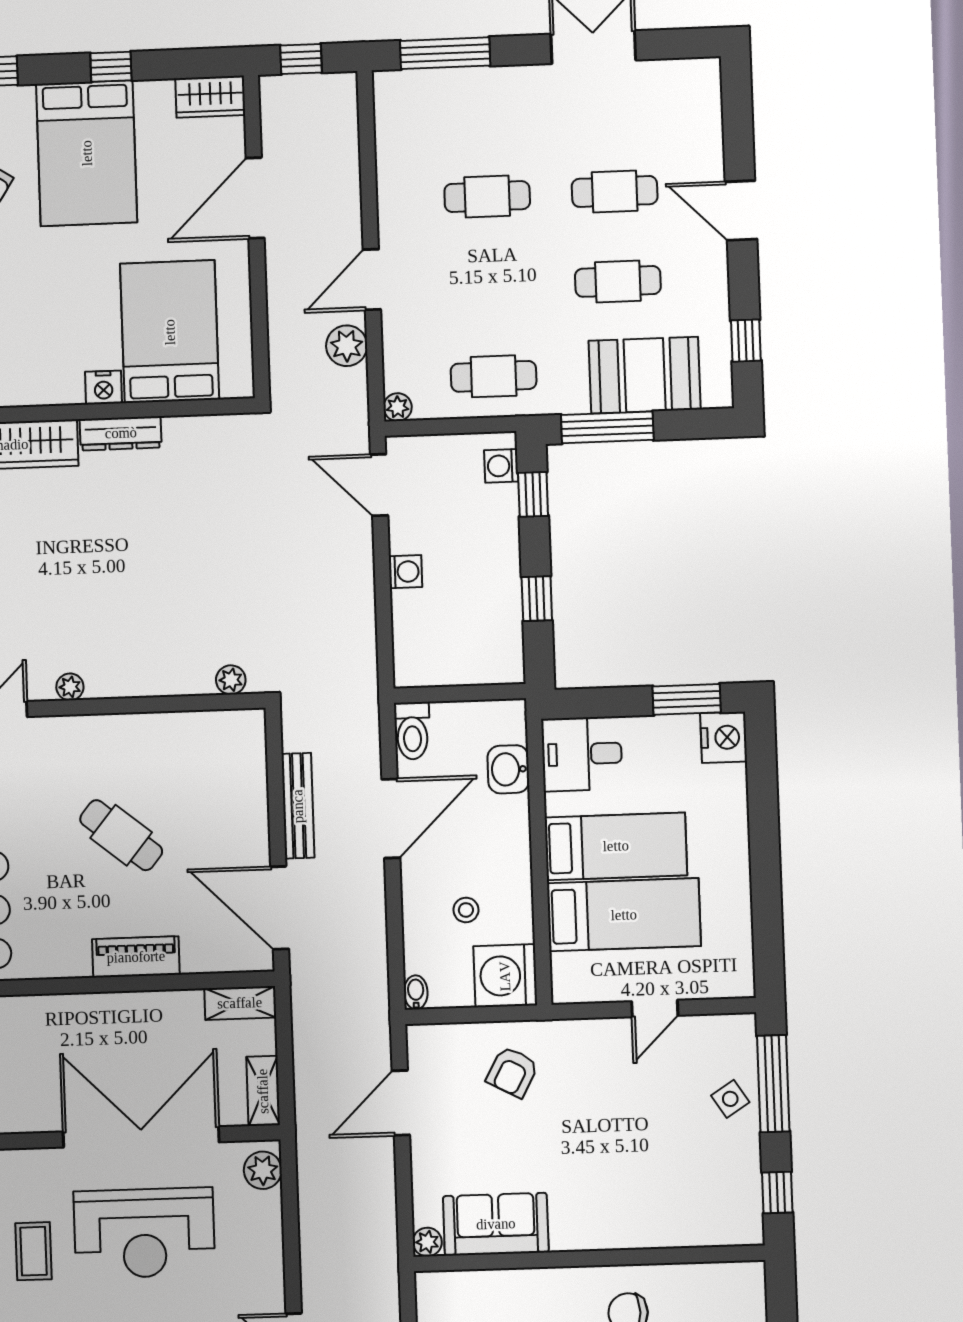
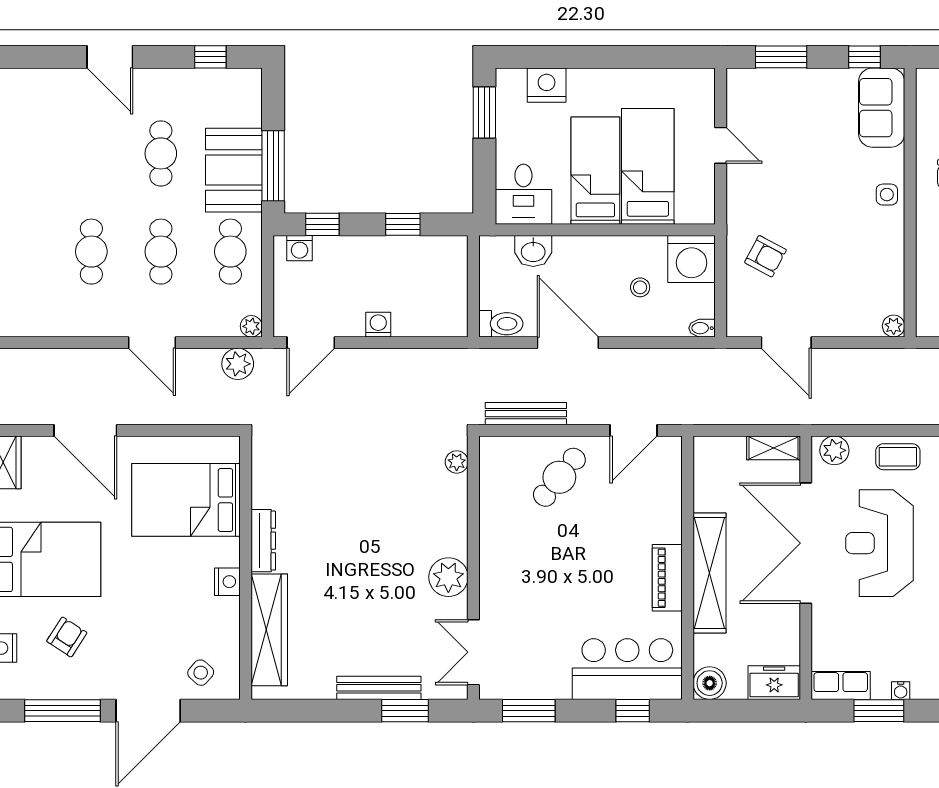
cafe table: (615, 191) -> (161, 252), moved
door: (741, 210) -> (110, 57), hinge flipped
plant: (347, 346) -> (238, 364), moved
booth: (645, 375) -> (234, 170), moved
nightstand: (104, 387) -> (227, 582), moved
plant: (70, 687) -> (448, 577), width x1.88, depth x1.88
nightstand: (724, 737) -> (547, 85), moved
bench: (298, 806) -> (526, 414), moved
cafe table: (121, 835) -> (559, 477), moved
door: (280, 908) -> (633, 430), width x0.73
piano: (136, 957) -> (667, 578), moved
shelving: (240, 1003) -> (710, 573), moved, width x2.20, depth x1.33
window: (773, 1084) -> (781, 57), width x0.69
side table: (730, 1099) -> (887, 195), moved, turned 33
sofa: (496, 1224) -> (882, 108), moved
reception desk: (144, 1233) -> (880, 543), turned 180
coffee table: (33, 1251) -> (898, 457), moved

